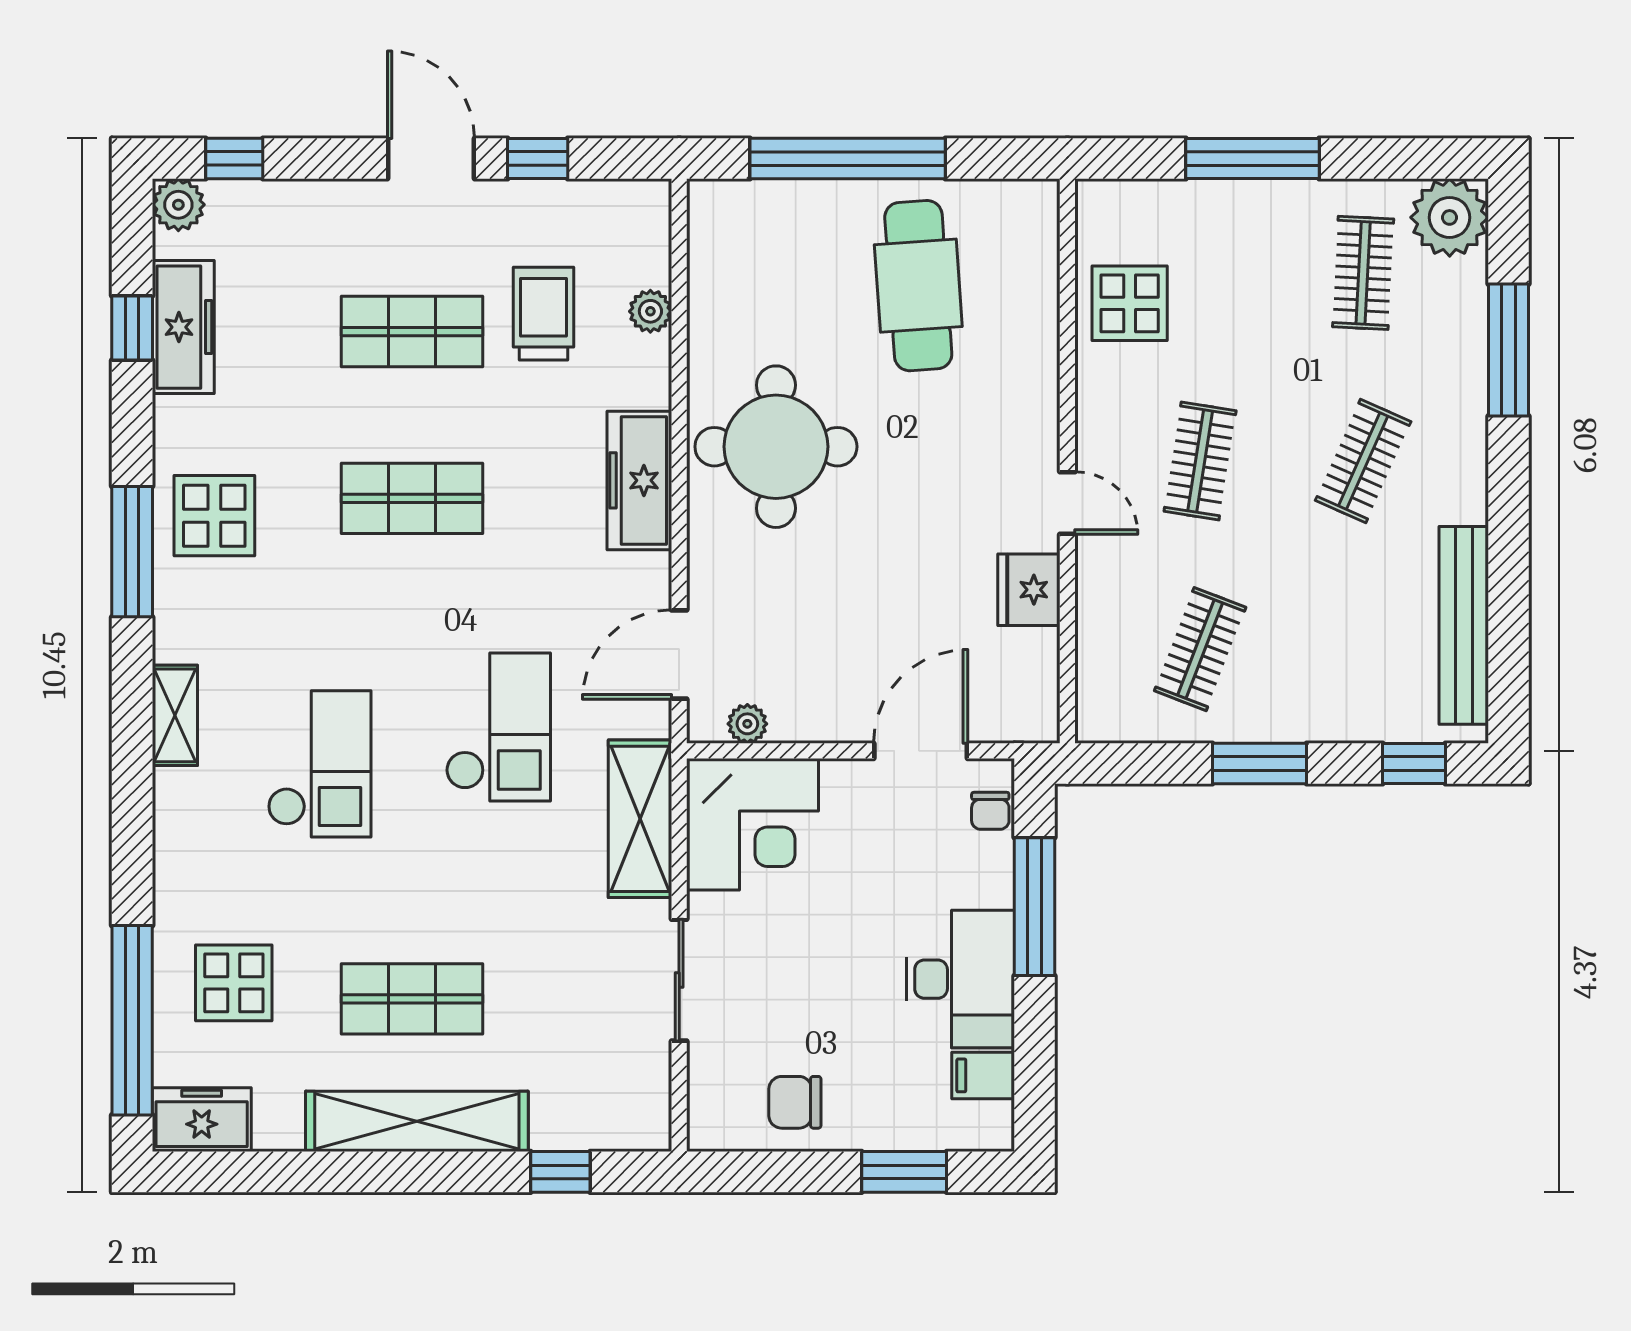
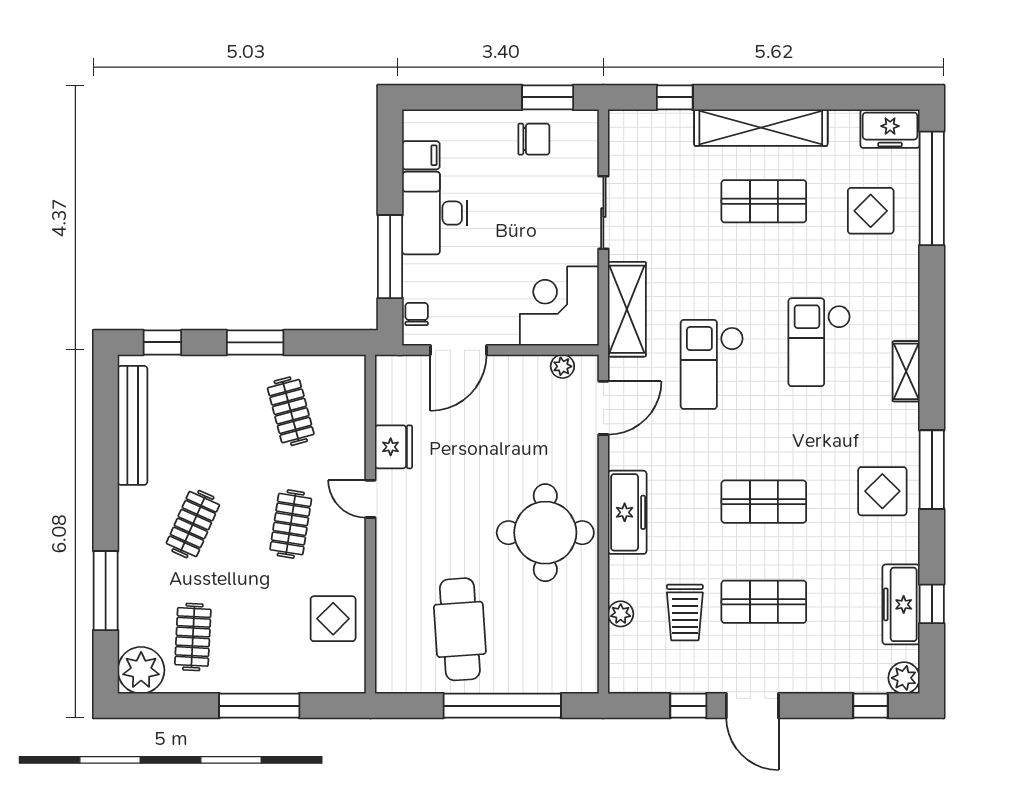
clothes rail: (1200, 649) -> (291, 411), turned -36
window: (904, 1172) -> (548, 97), moved

